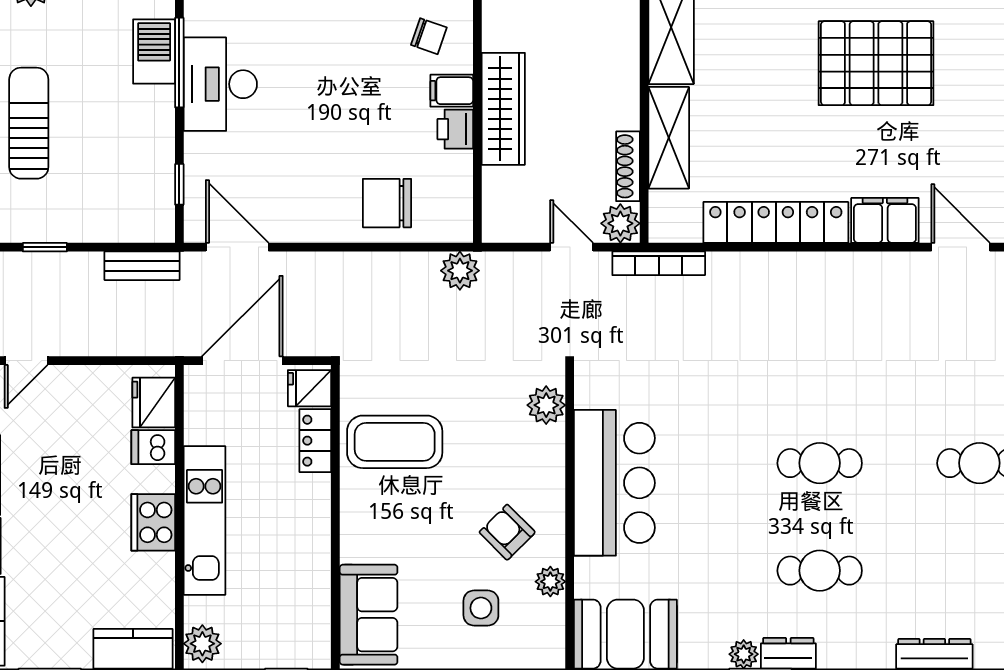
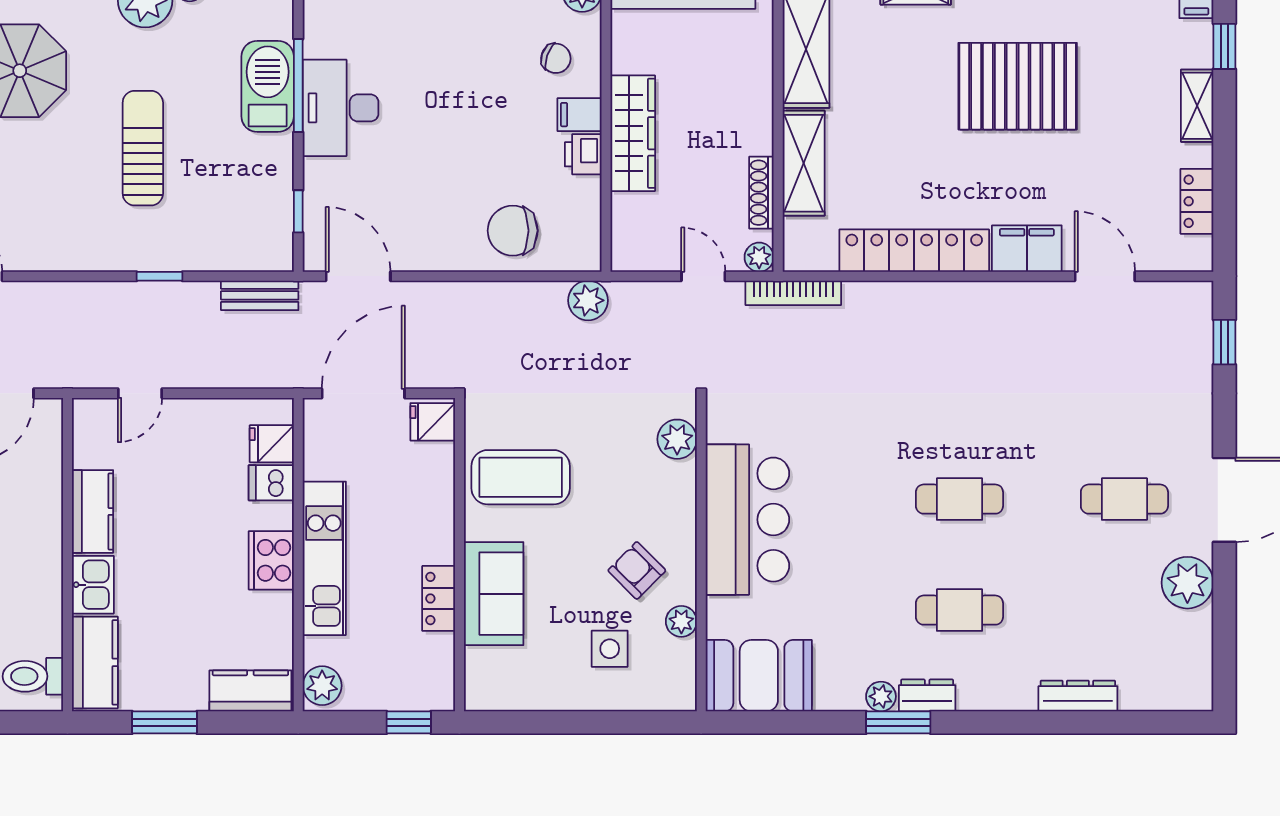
barbecue: (154, 52) -> (268, 86), width x1.37, depth x1.21
plant: (620, 223) -> (759, 257), width x0.73, depth x0.73
fridge: (154, 403) -> (272, 444), width x0.72
locker: (315, 441) -> (439, 598), moved
sofa: (369, 615) -> (494, 594), moved

